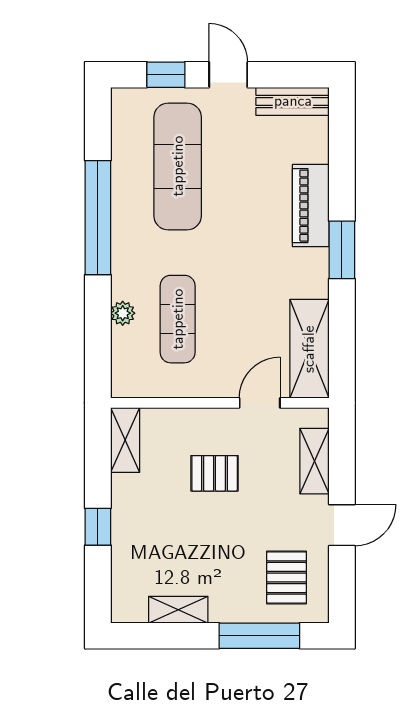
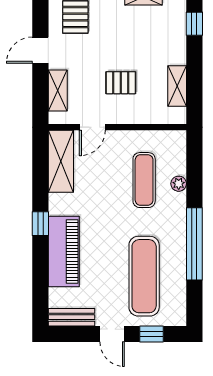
piano: (311, 206) -> (64, 252), width x1.37, depth x1.33
window: (342, 250) -> (40, 224), width x0.67
shelving: (125, 440) -> (177, 86), moved
window: (98, 527) -> (194, 24), moved

